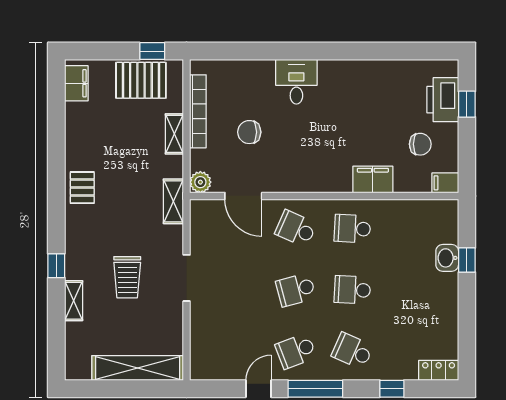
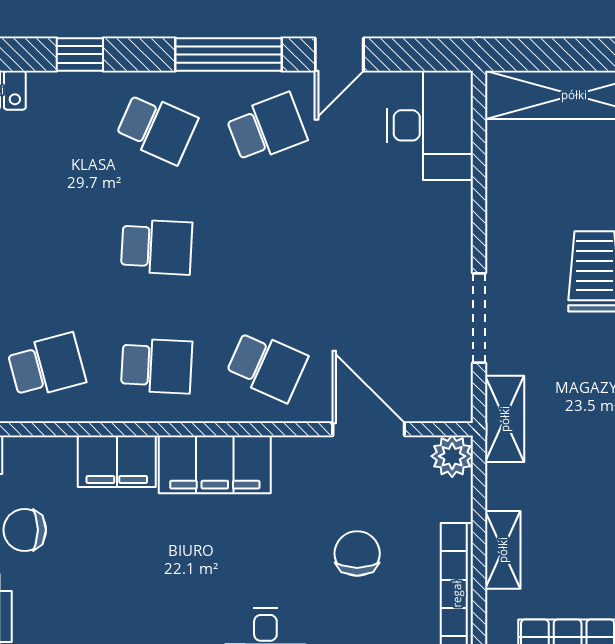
chair: (249, 132) -> (357, 553), turned -90
filing cabinet: (322, 178) -> (215, 464), added
doorway: (187, 278) -> (479, 318), moved
school desk: (296, 290) -> (47, 366), moved
desk: (212, 352) -> (430, 125), added

